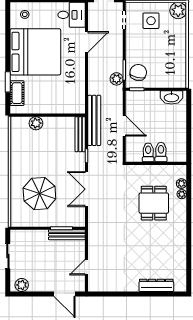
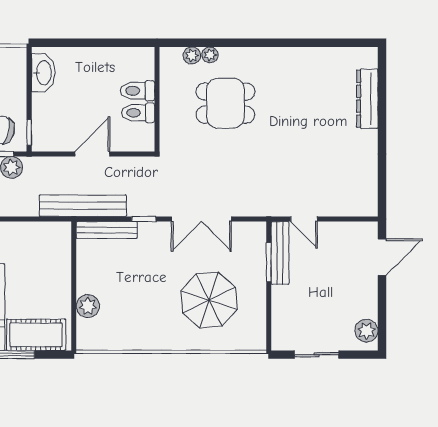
cot: (17, 93) -> (36, 335), width x1.37, depth x1.34
door: (87, 267) -> (304, 219), moved

